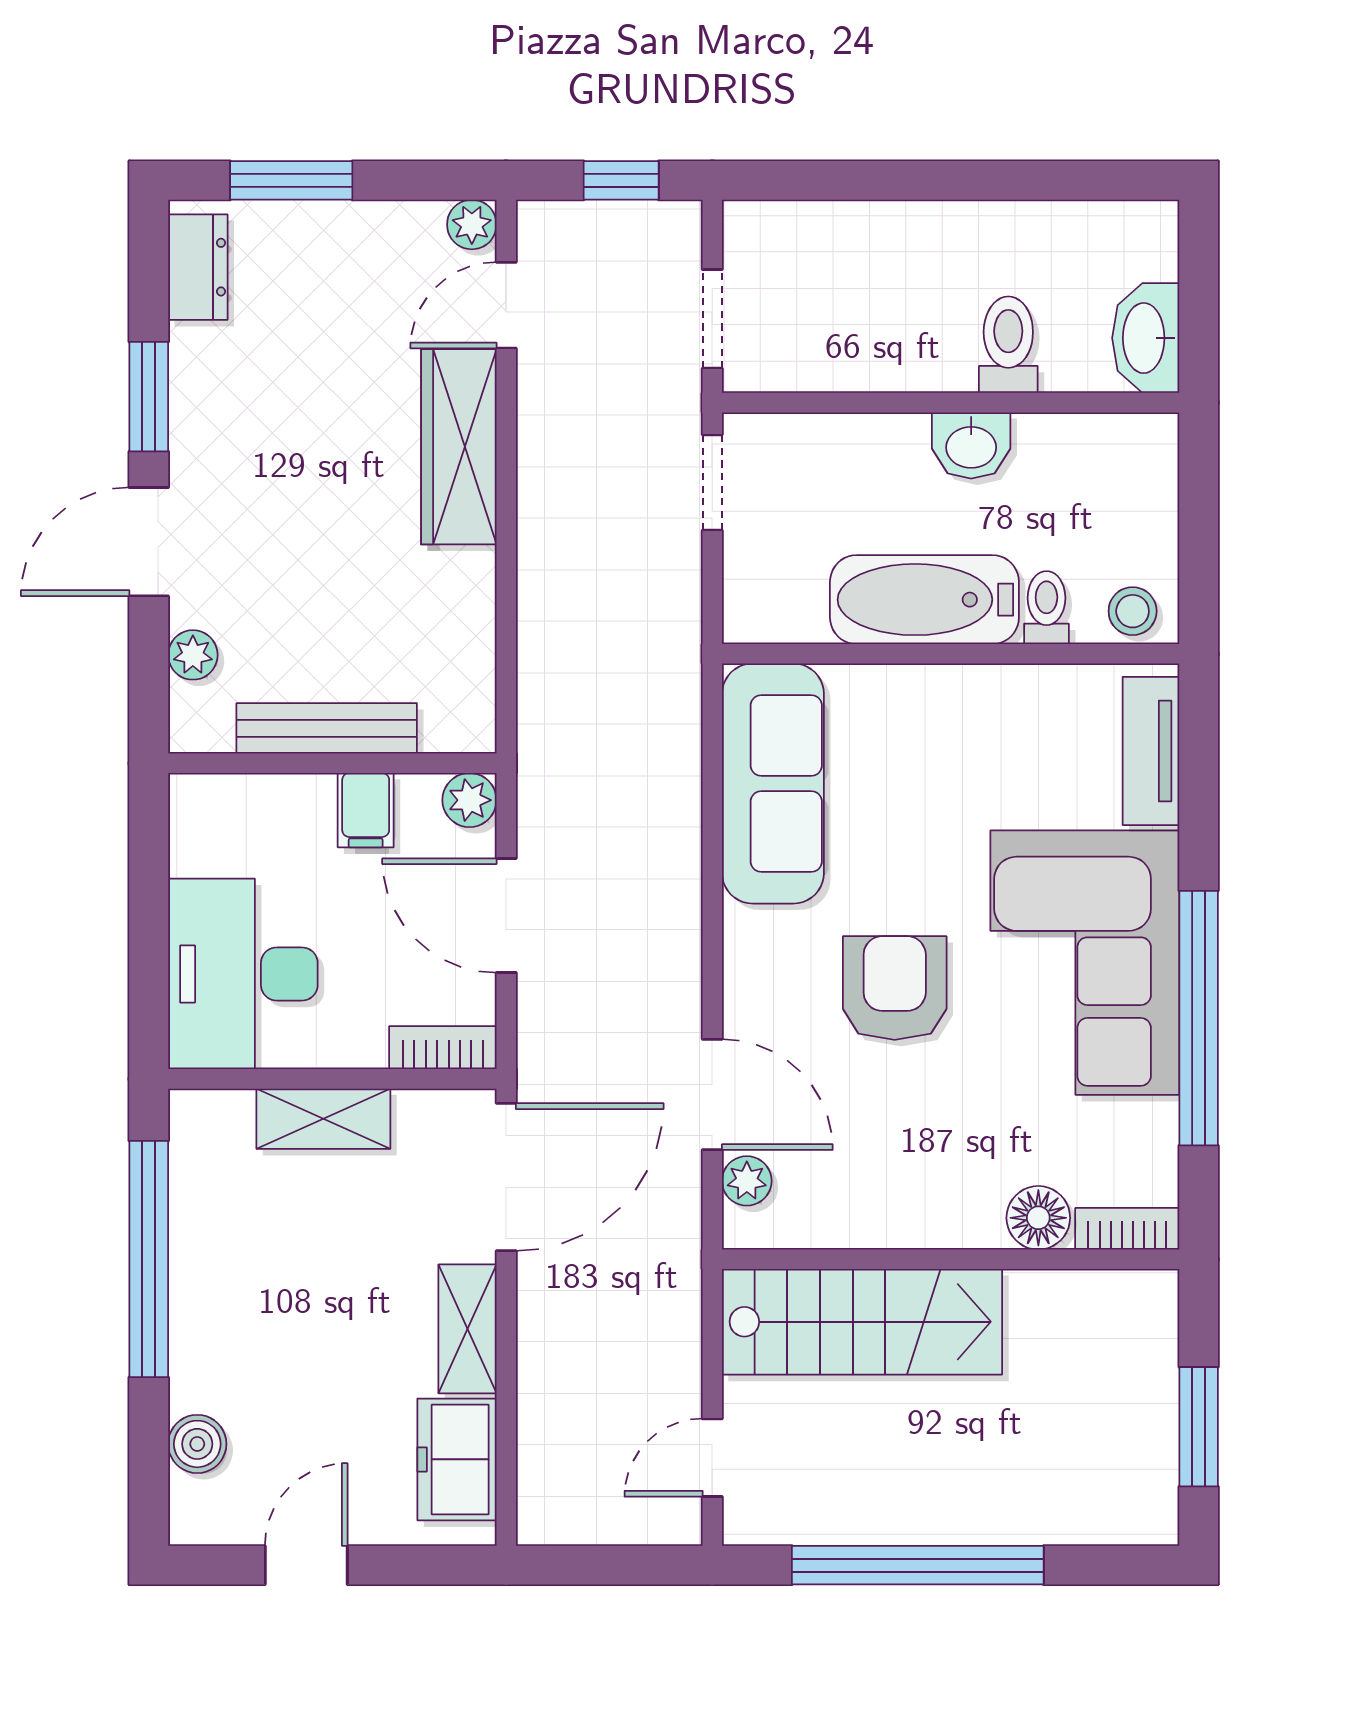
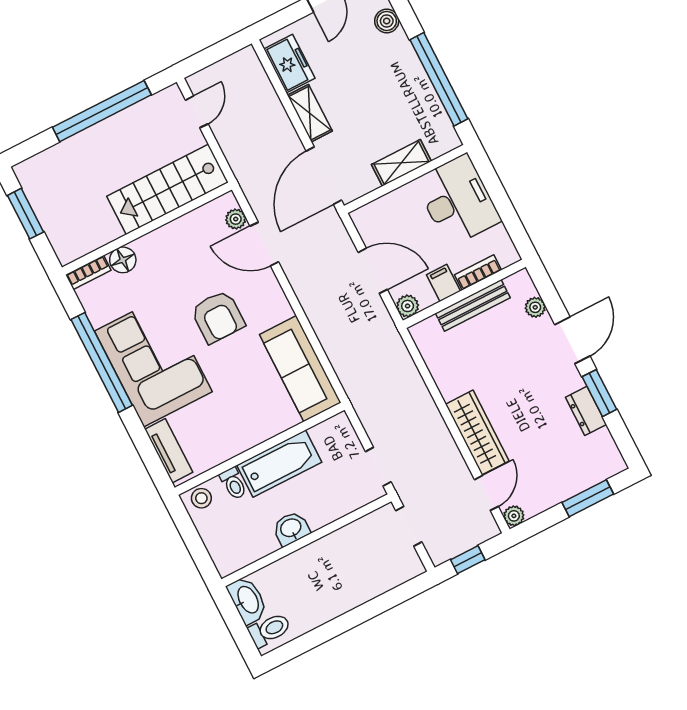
dresser: (198, 267) -> (586, 411), moved
toilet: (1008, 345) -> (269, 630), moved, turned -90
bookcase: (443, 1048) -> (478, 273), moved, turned 180

